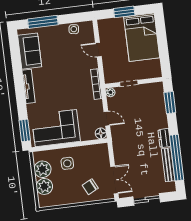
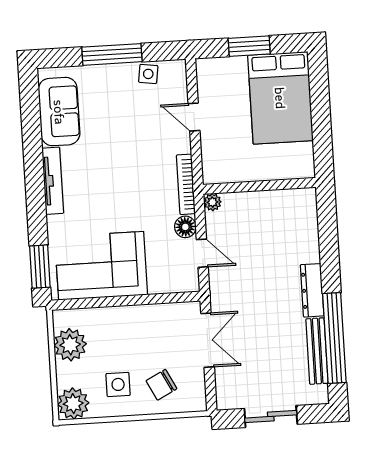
window: (43, 22) -> (112, 54), moved
doorway: (129, 83) -> (249, 187), removed
window: (170, 103) -> (328, 229), removed
floor lamp: (101, 133) -> (185, 227), moved
dresser: (164, 138) -> (312, 290), width x1.44
side table: (67, 163) -> (118, 384), moved
double door: (114, 180) -> (208, 340), moved
plant: (44, 186) -> (73, 404), moved

